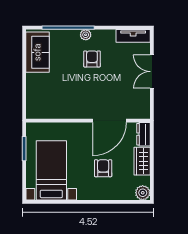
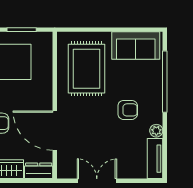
plant: (86, 35) -> (156, 131), moved
double door: (152, 72) -> (97, 181), moved
rug: (57, 94) -> (87, 69), added

